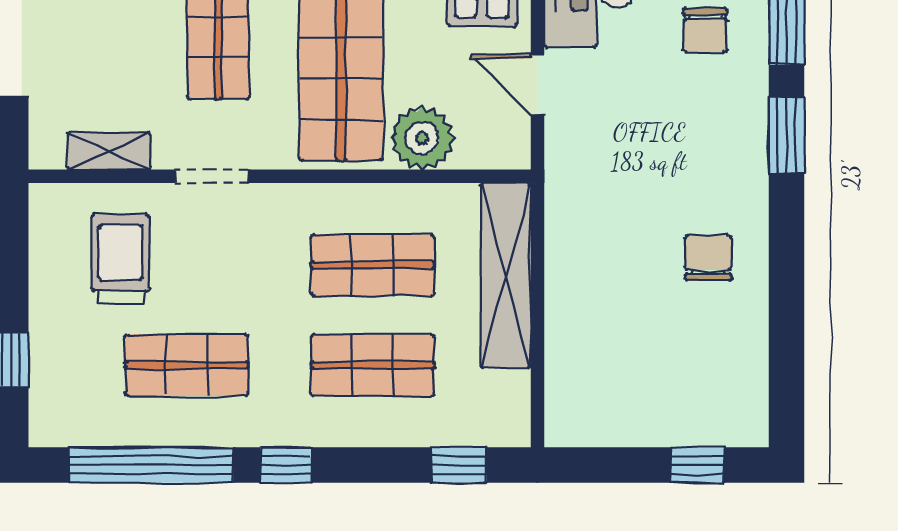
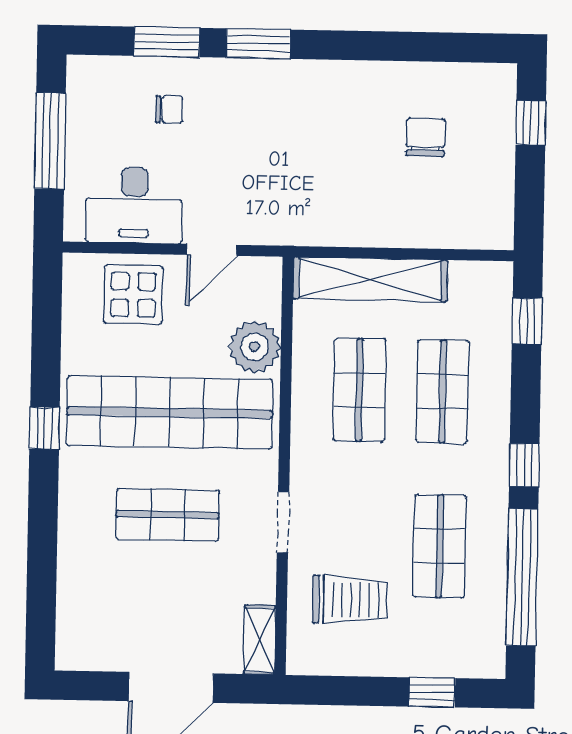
chair: (705, 30) -> (169, 109), width x0.73, depth x0.73
shelving: (109, 151) -> (260, 640), moved
chair: (708, 258) -> (426, 137), moved, turned 90
trolley: (120, 259) -> (350, 600), turned 180

